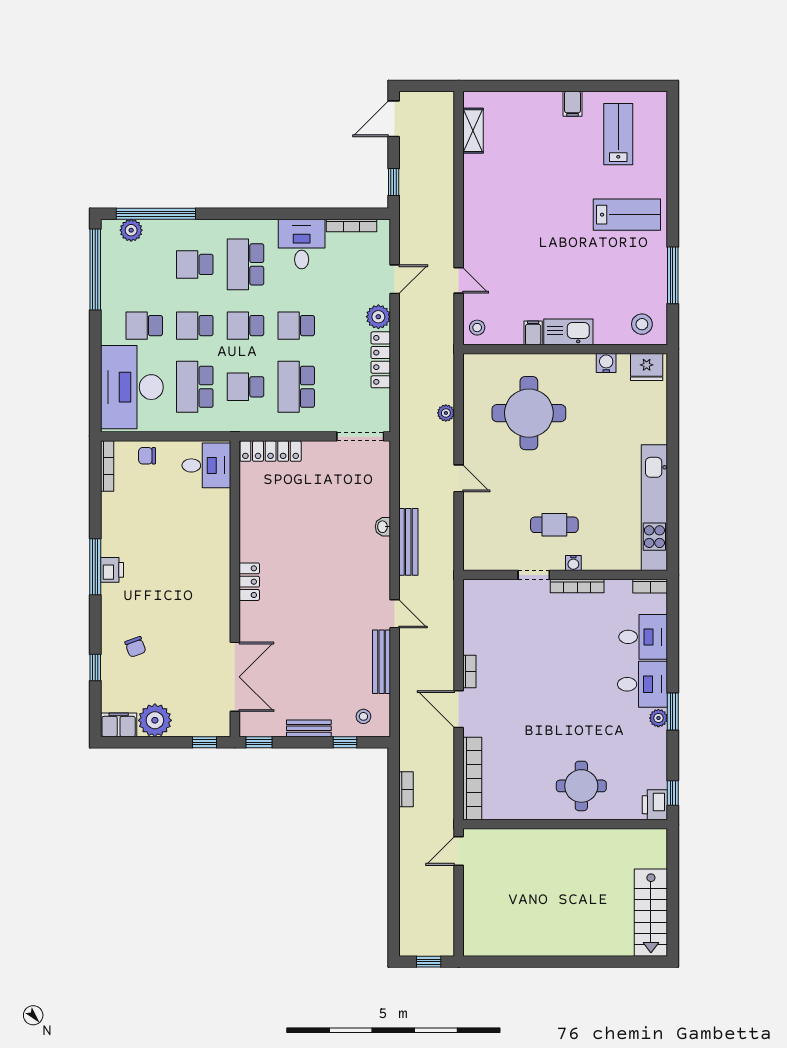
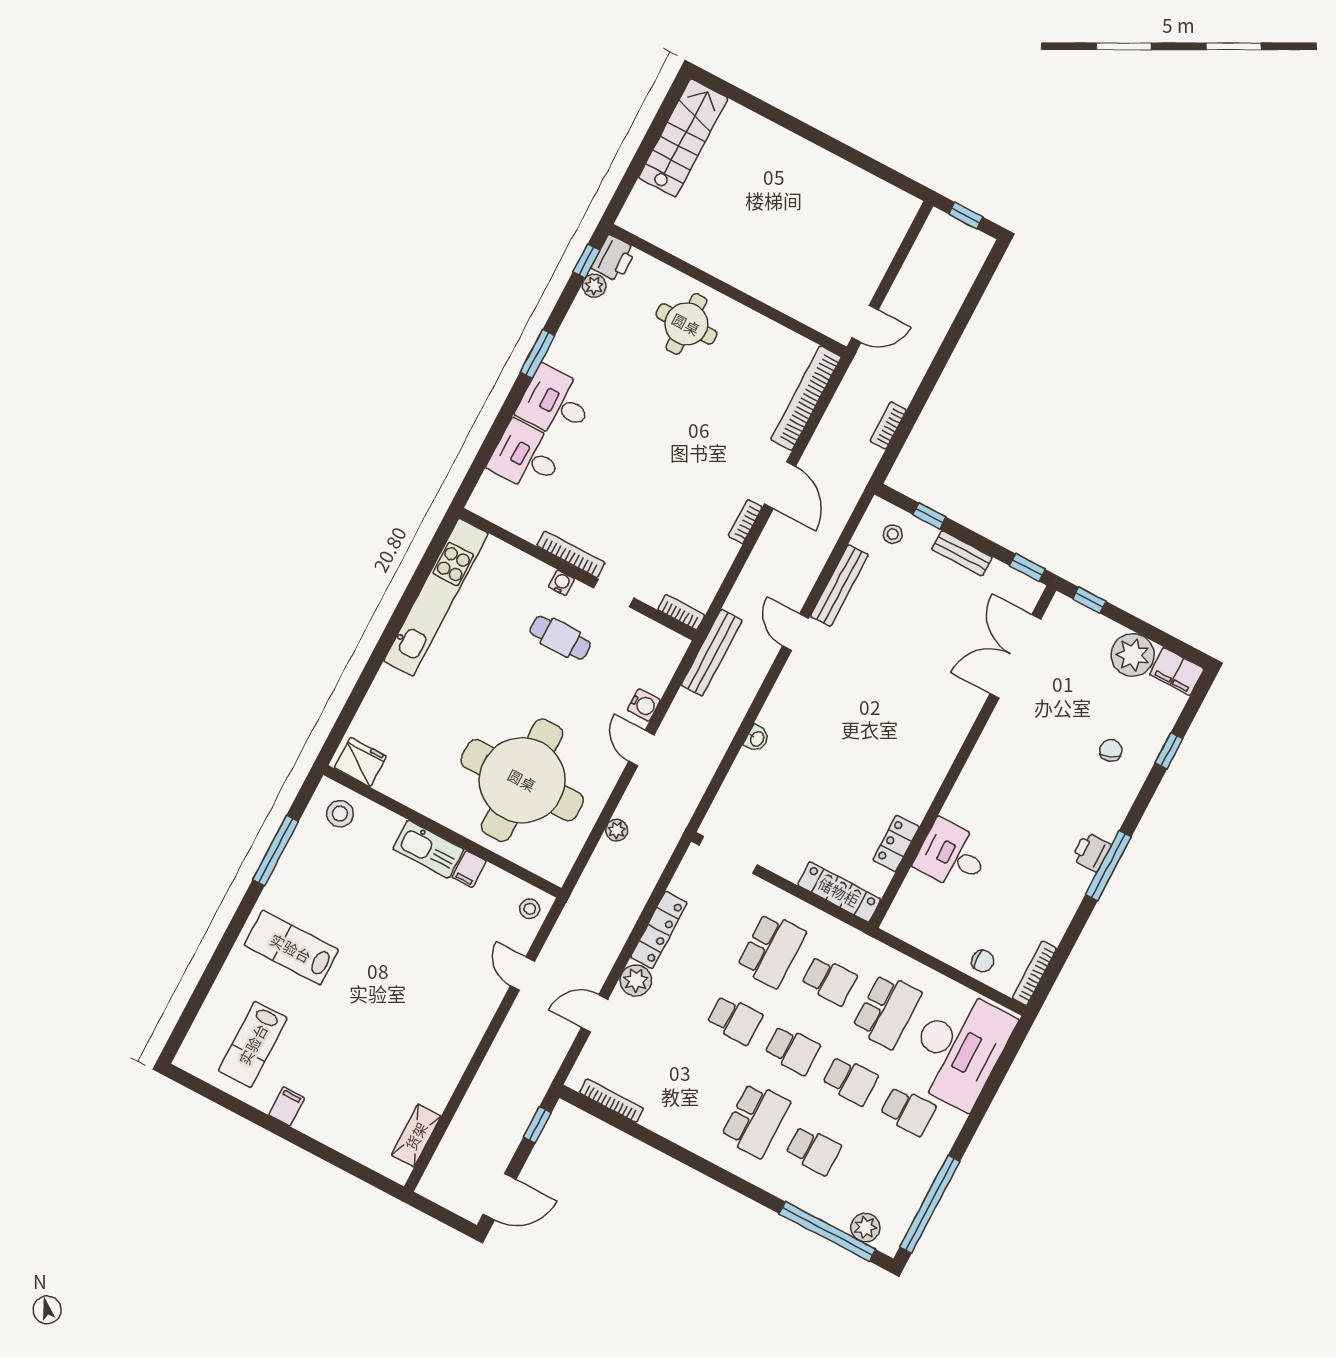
desk: (302, 244) -> (679, 1109), removed
water cooler: (606, 363) -> (644, 705), moved, turned -90
round table: (529, 413) -> (522, 780), width x1.36, depth x1.36
desk: (206, 465) -> (952, 855), moved
bench: (408, 542) -> (712, 653), moved
locker: (249, 582) -> (896, 843), moved
bookcase: (650, 586) -> (681, 612), moved
plant: (658, 718) -> (594, 286), moved

